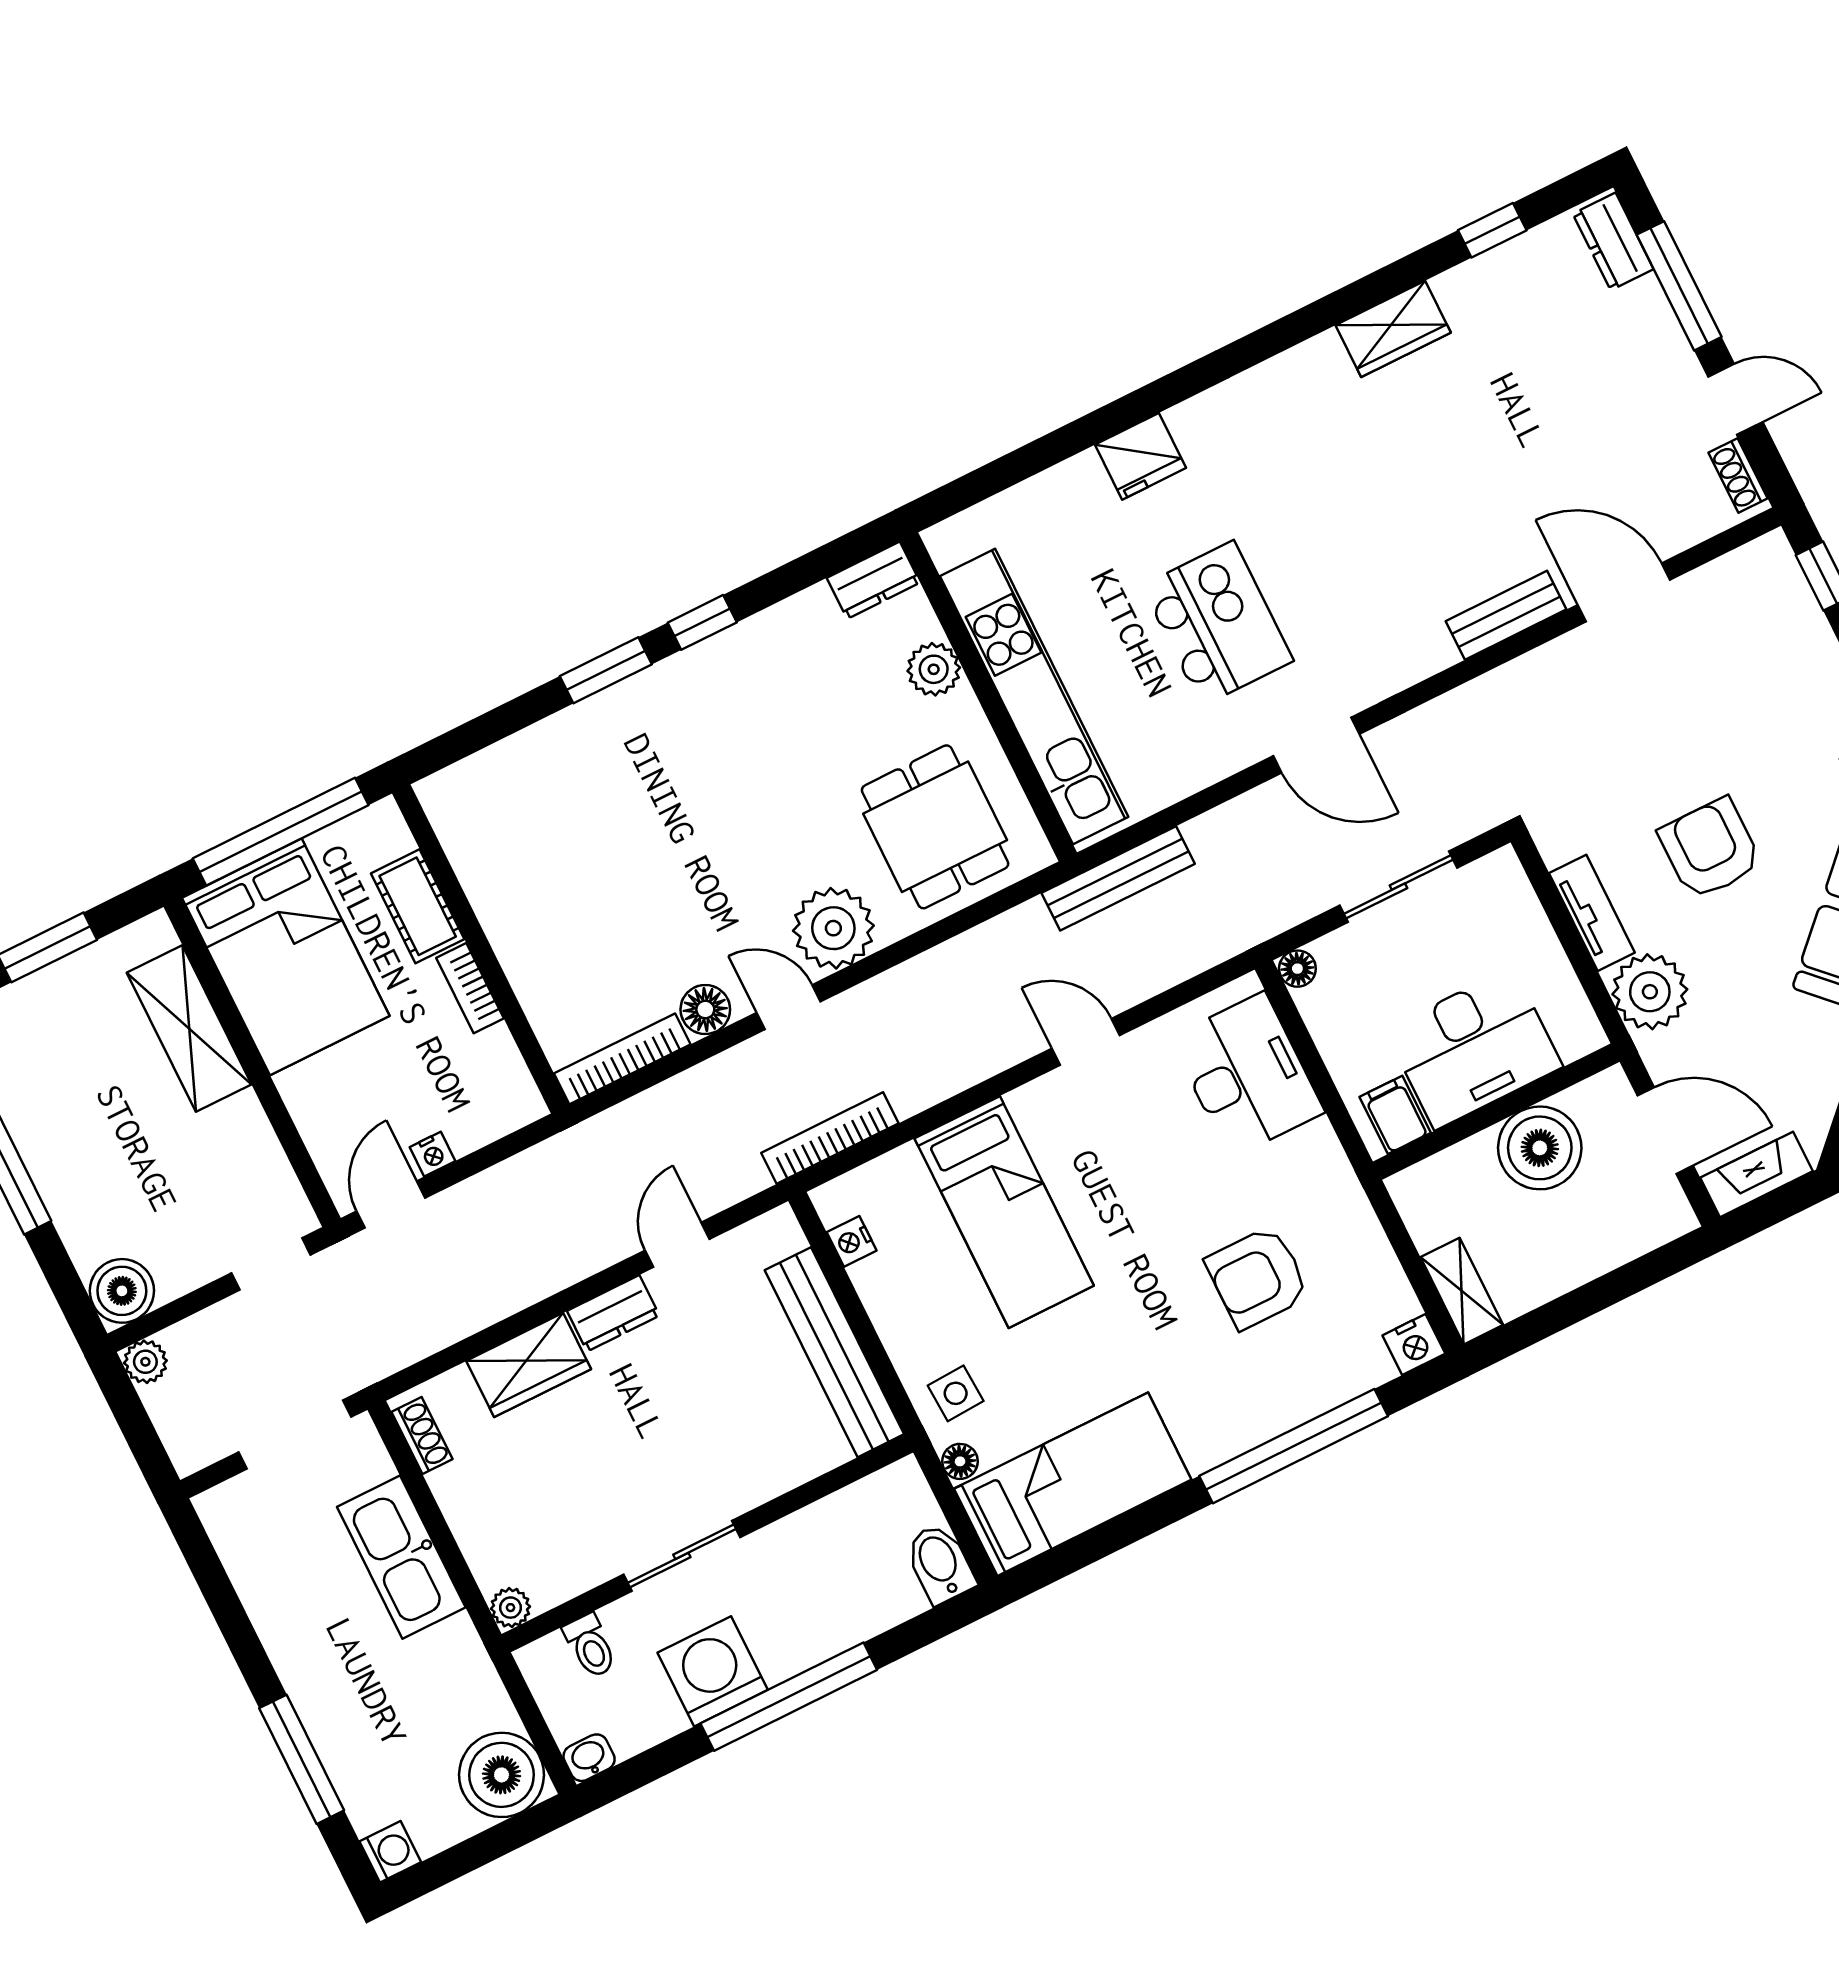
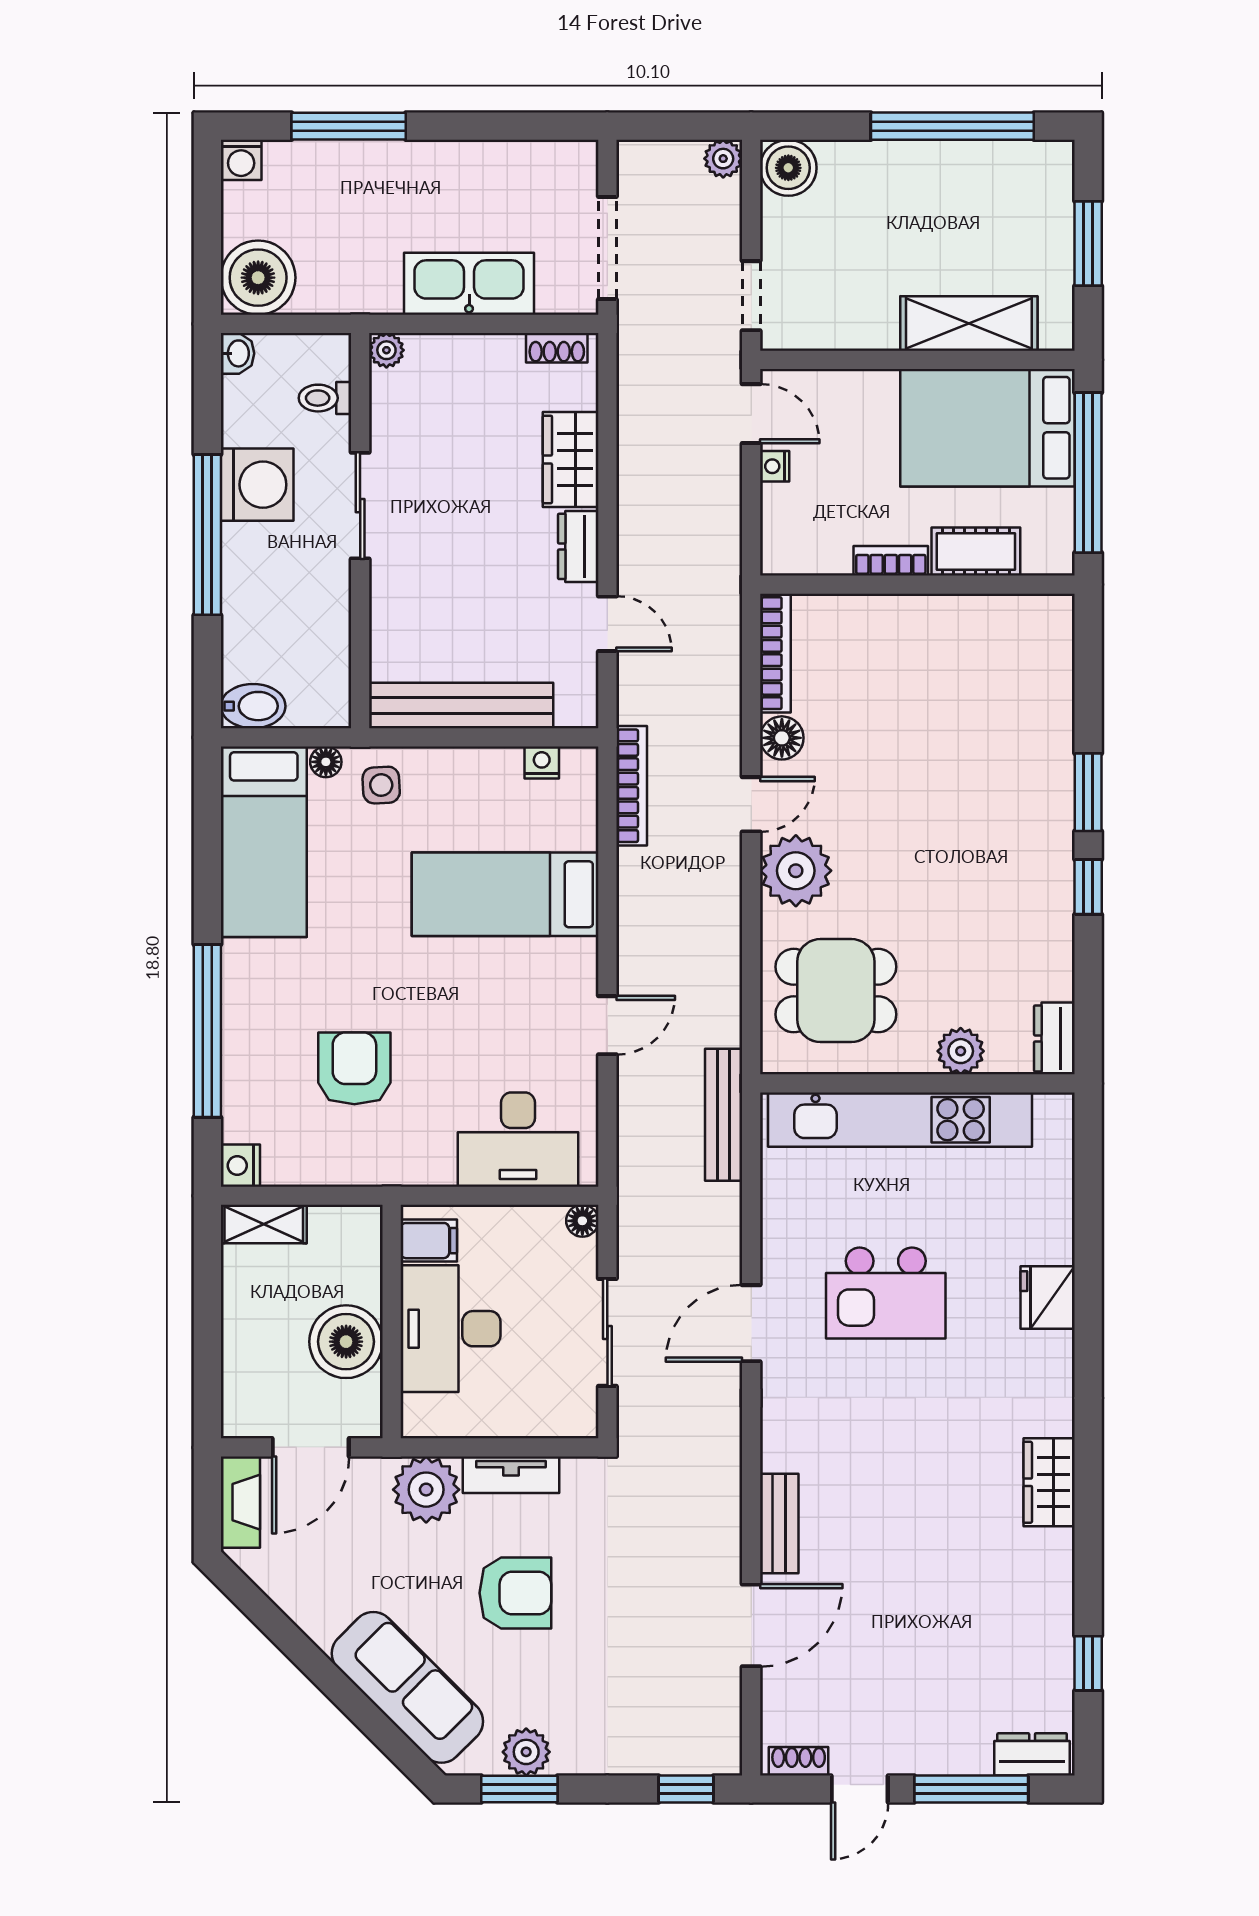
wardrobe: (1393, 329) -> (1049, 1482), moved

